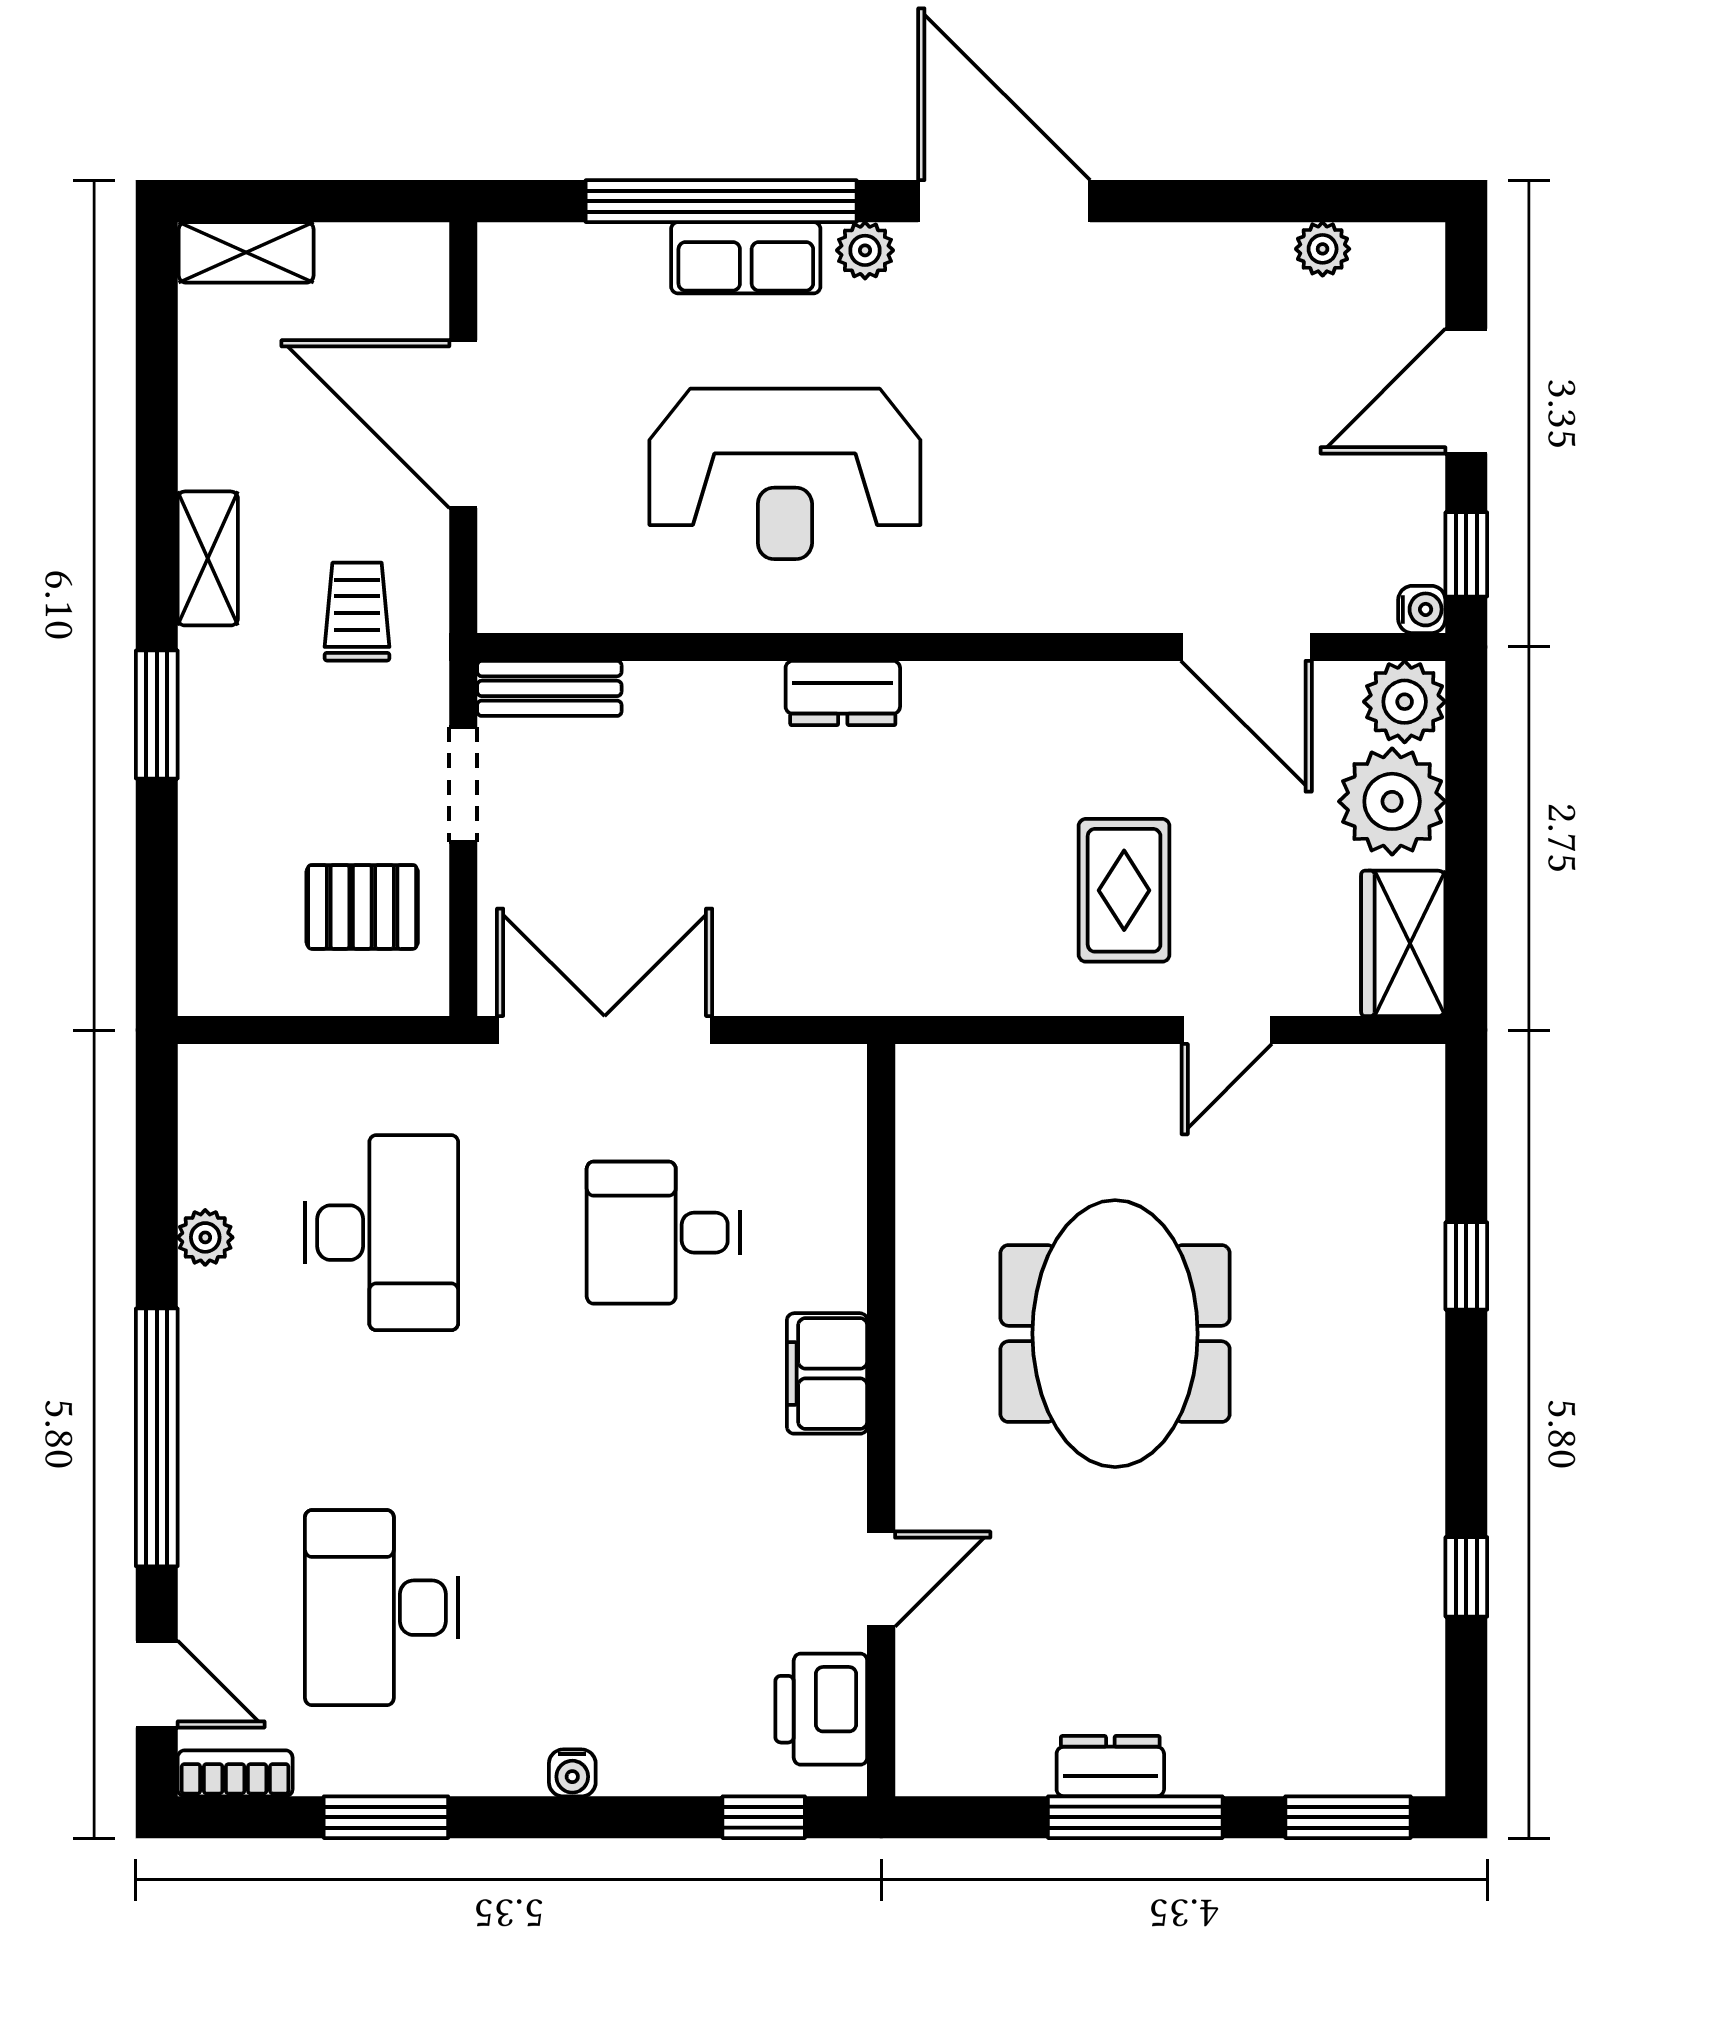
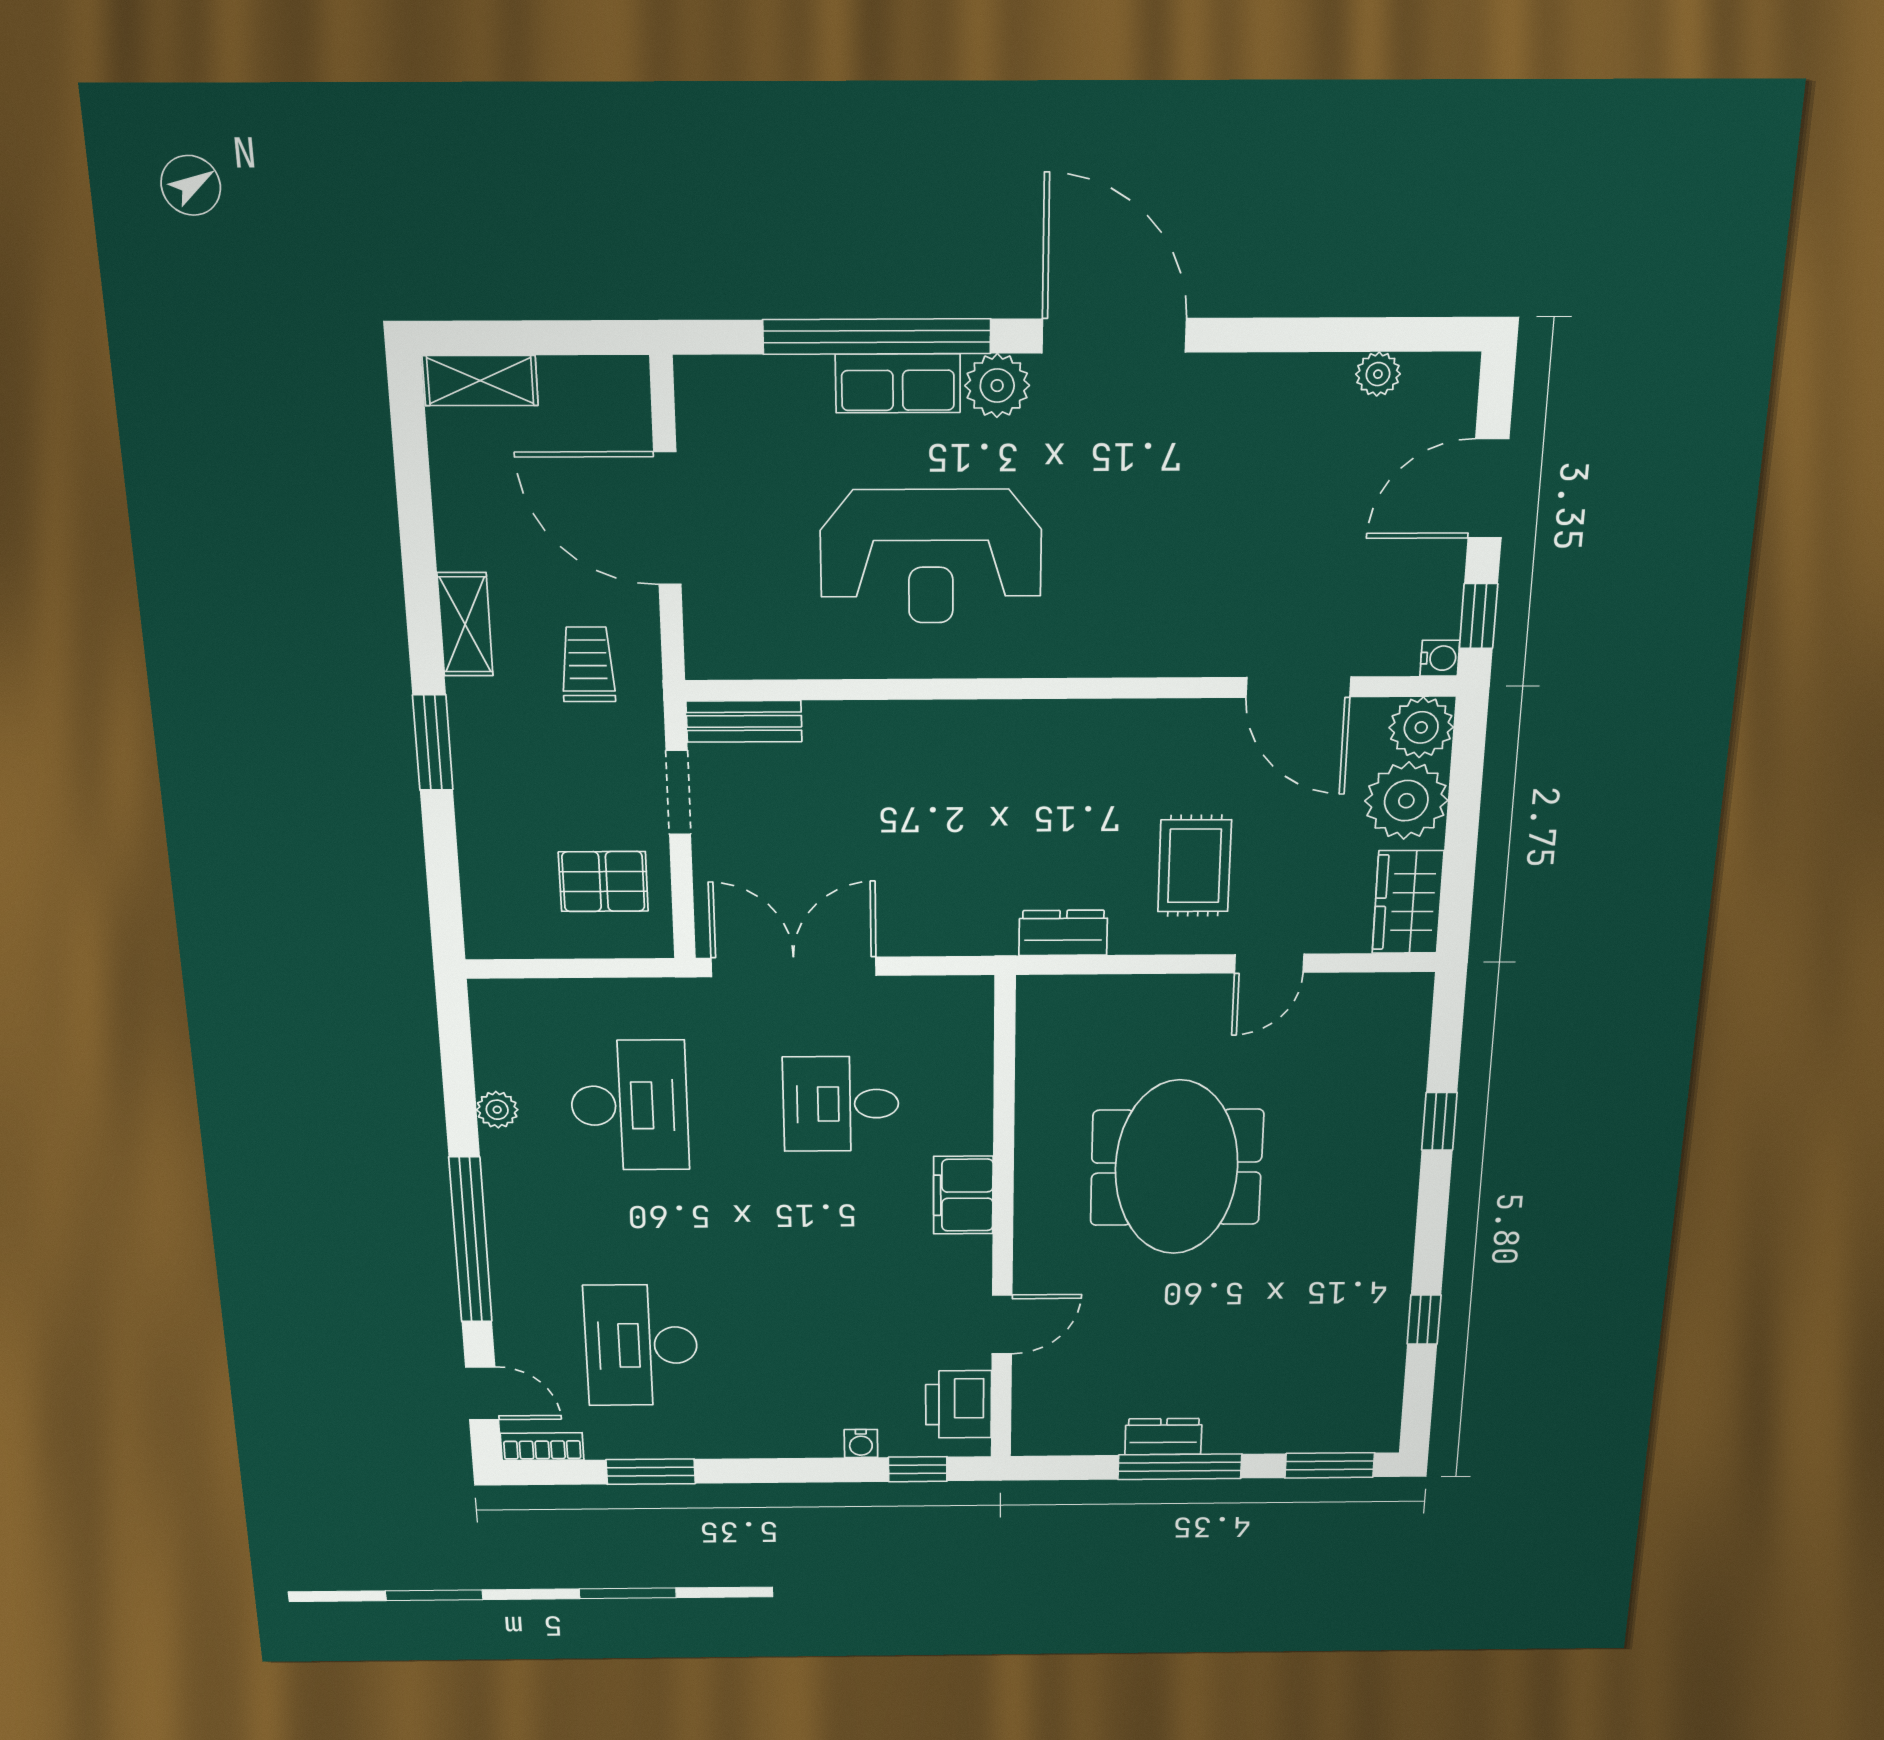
plant: (865, 250) -> (997, 386), width x1.38, depth x1.38
dresser: (843, 693) -> (1063, 933), moved, turned 180
water cooler: (572, 1773) -> (861, 1443), moved

